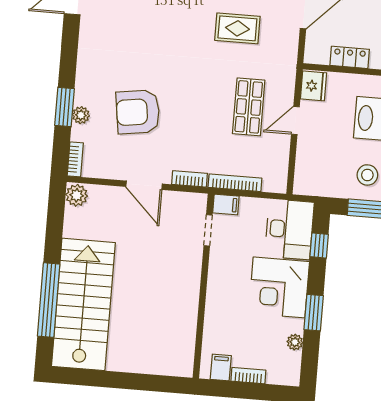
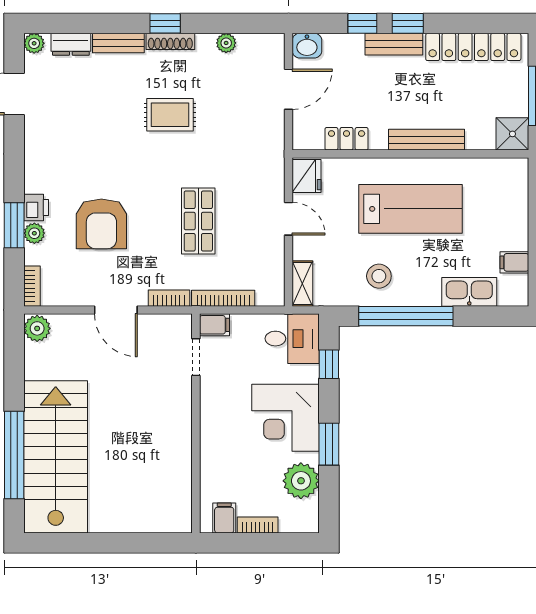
rug: (237, 28) -> (170, 115), moved
printer: (84, 94) -> (36, 207), added
shop shelf: (249, 107) -> (198, 221), moved
armchair: (138, 112) -> (101, 224), turned -82
door: (295, 121) -> (289, 219), swing flipped
shelving: (303, 176) -> (302, 284), added
desk: (289, 229) -> (292, 339), width x0.73
plant: (295, 342) -> (301, 481), width x1.87, depth x1.87

